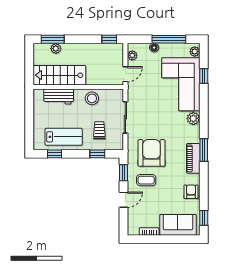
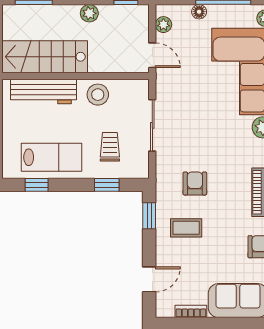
plant: (56, 48) -> (89, 13), moved
door: (125, 74) -> (152, 55), hinge flipped
workbench: (59, 96) -> (43, 91), width x1.38
armchair: (152, 153) -> (195, 183), width x0.53, depth x0.53
door: (123, 200) -> (149, 279), moved

